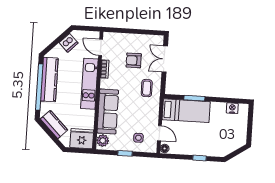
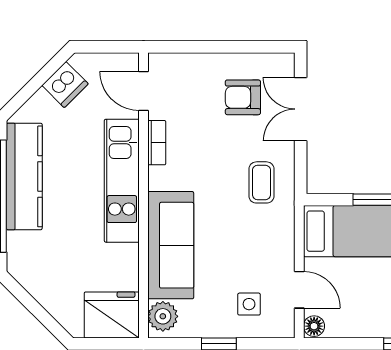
armchair: (134, 60) -> (243, 97), moved
kitchen counter: (54, 124) -> (42, 285), removed

